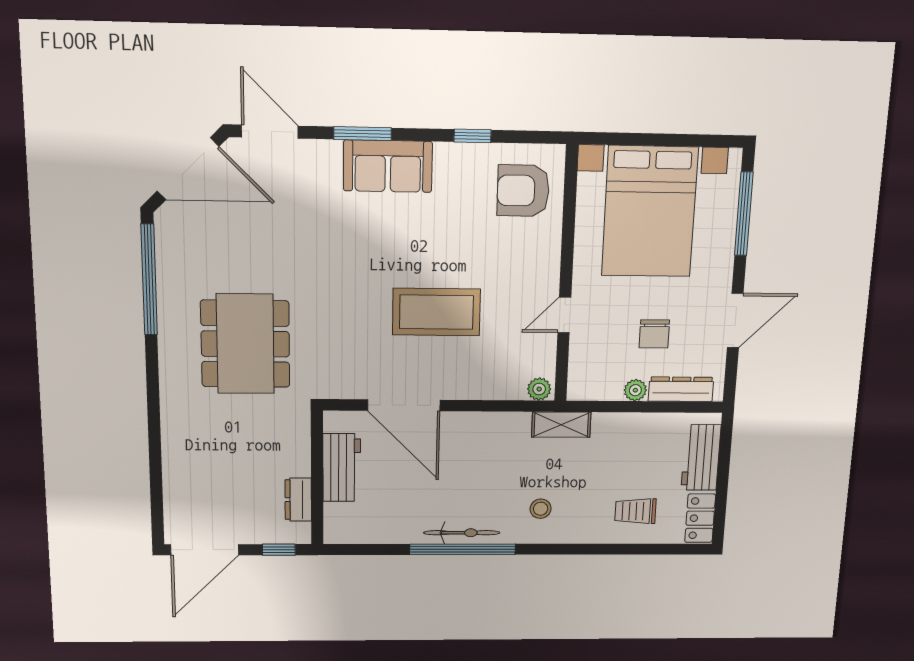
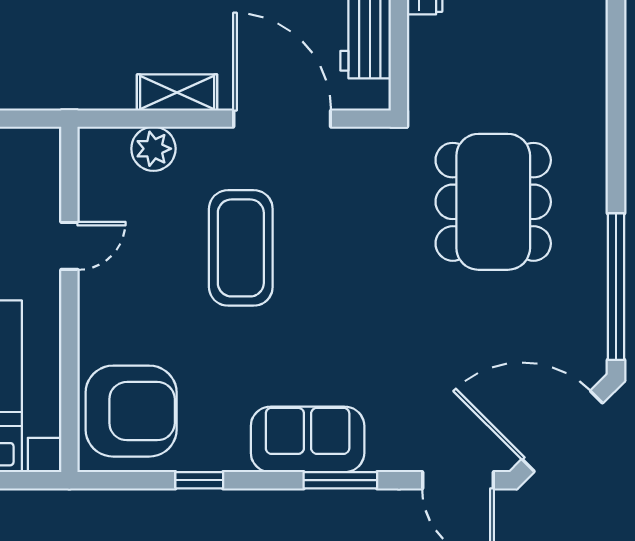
armchair: (523, 191) -> (131, 411), width x1.36, depth x1.36
coffee table: (436, 312) -> (241, 248), turned 90
plant: (539, 389) -> (153, 149), moved, width x1.38, depth x1.38
shelving: (561, 425) -> (177, 92), moved

